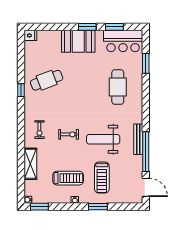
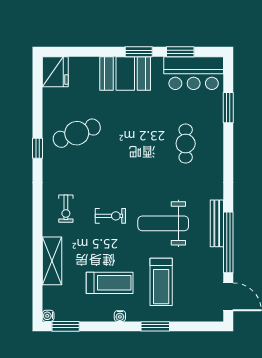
fridge: (30, 35) -> (55, 72), width x1.88, depth x1.34
cafe table: (118, 87) -> (186, 144), width x0.73, depth x0.74

